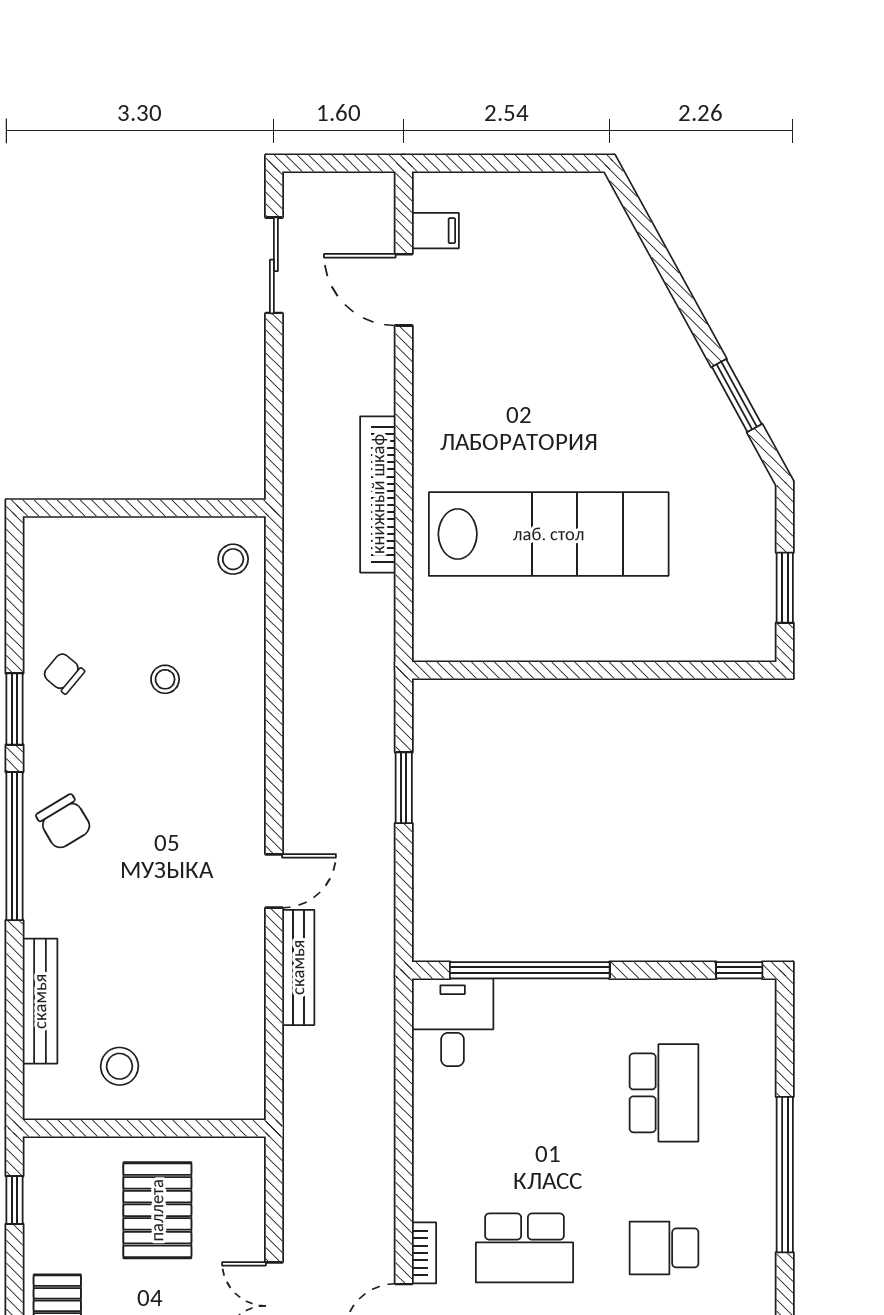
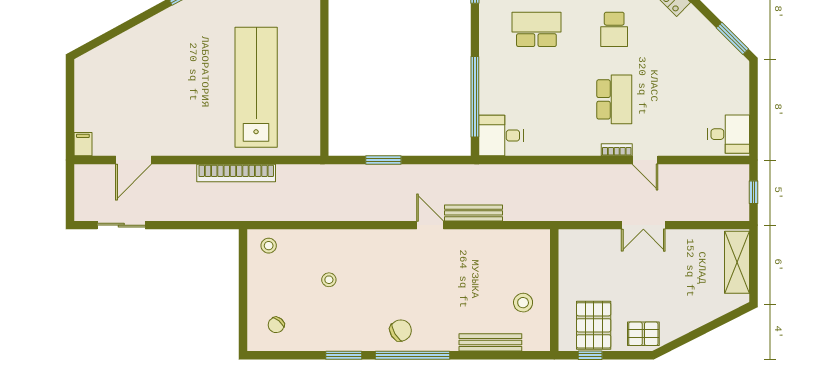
filing cabinet: (435, 231) -> (83, 144), moved
chair: (63, 673) -> (276, 325), moved
pallet: (157, 1210) -> (594, 325), moved, turned 90

